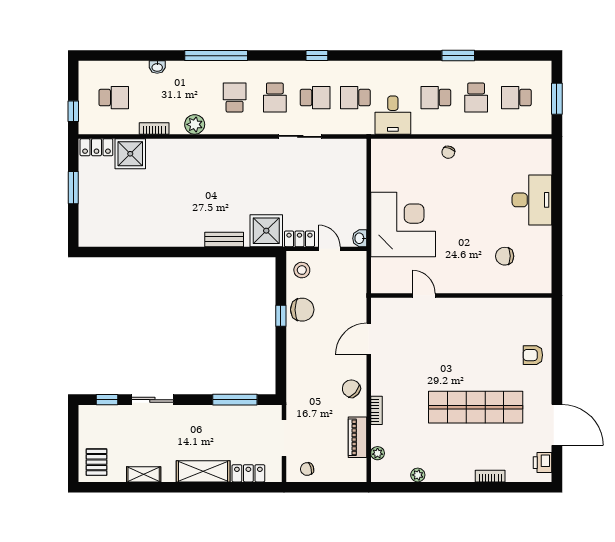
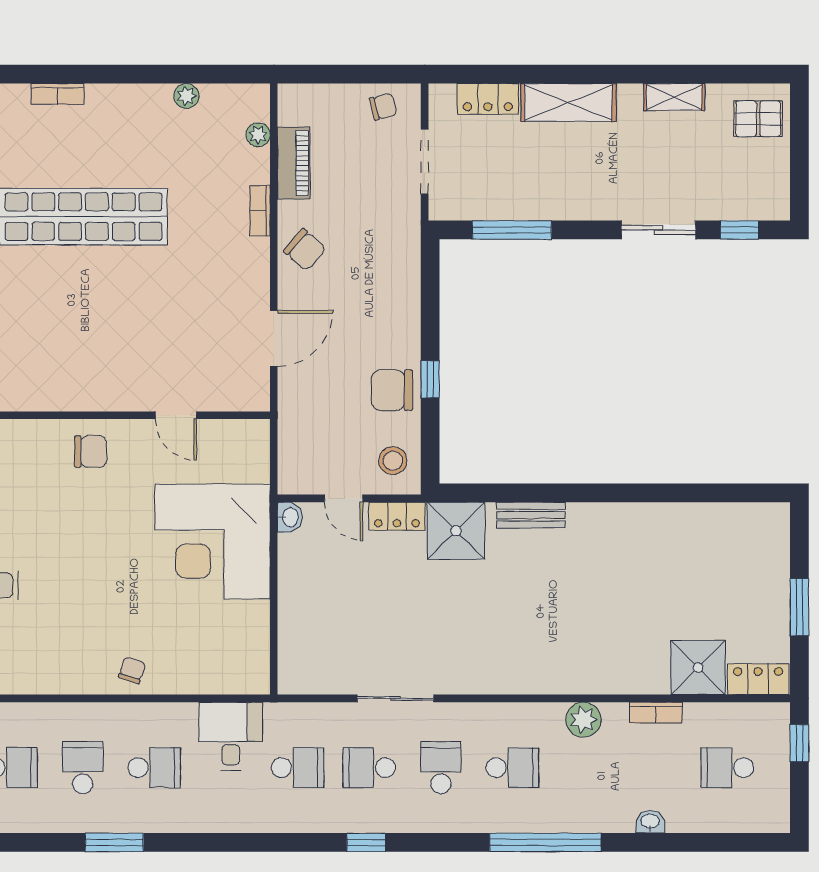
school desk: (235, 98) -> (512, 768), turned -90
chair: (505, 256) -> (91, 452), moved
pallet: (96, 462) -> (758, 119), turned 90

